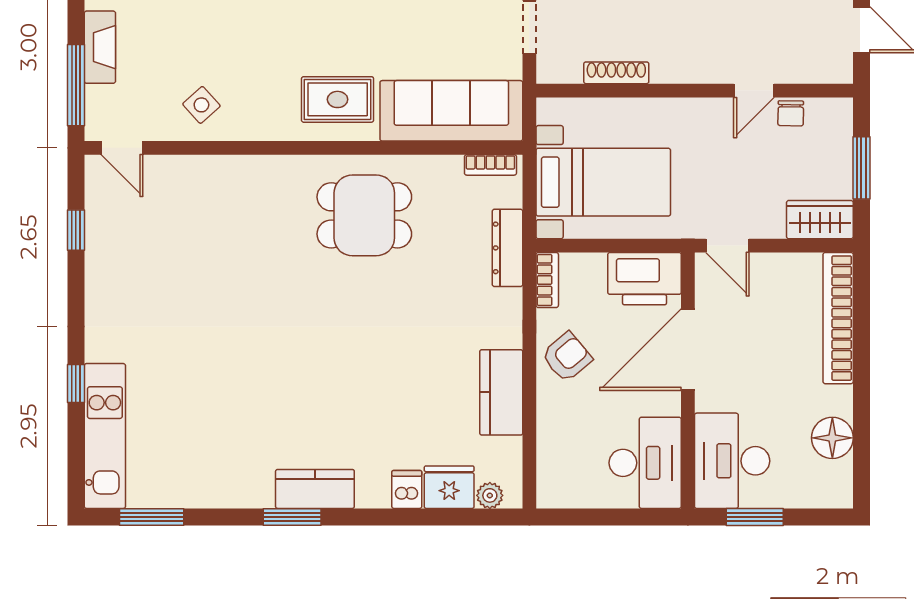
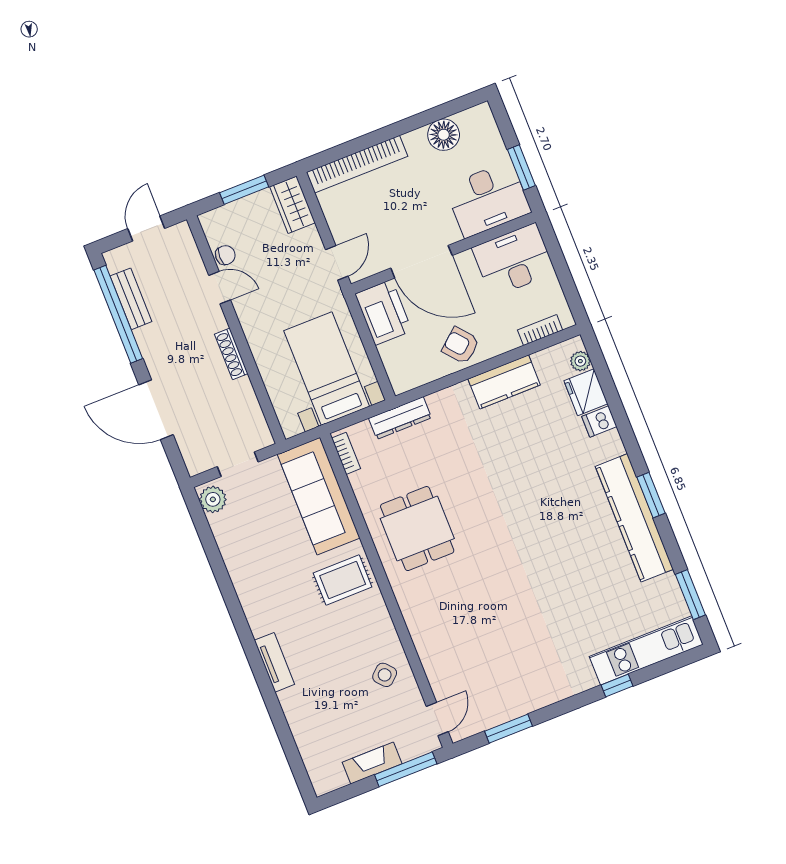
shoe rack: (616, 73) -> (231, 354), moved
rug: (338, 99) -> (343, 580), turned 90
window: (76, 230) -> (508, 729), width x1.50
bookcase: (547, 280) -> (540, 330), moved
kitchen counter: (315, 489) -> (634, 518), width x2.08, depth x1.17

